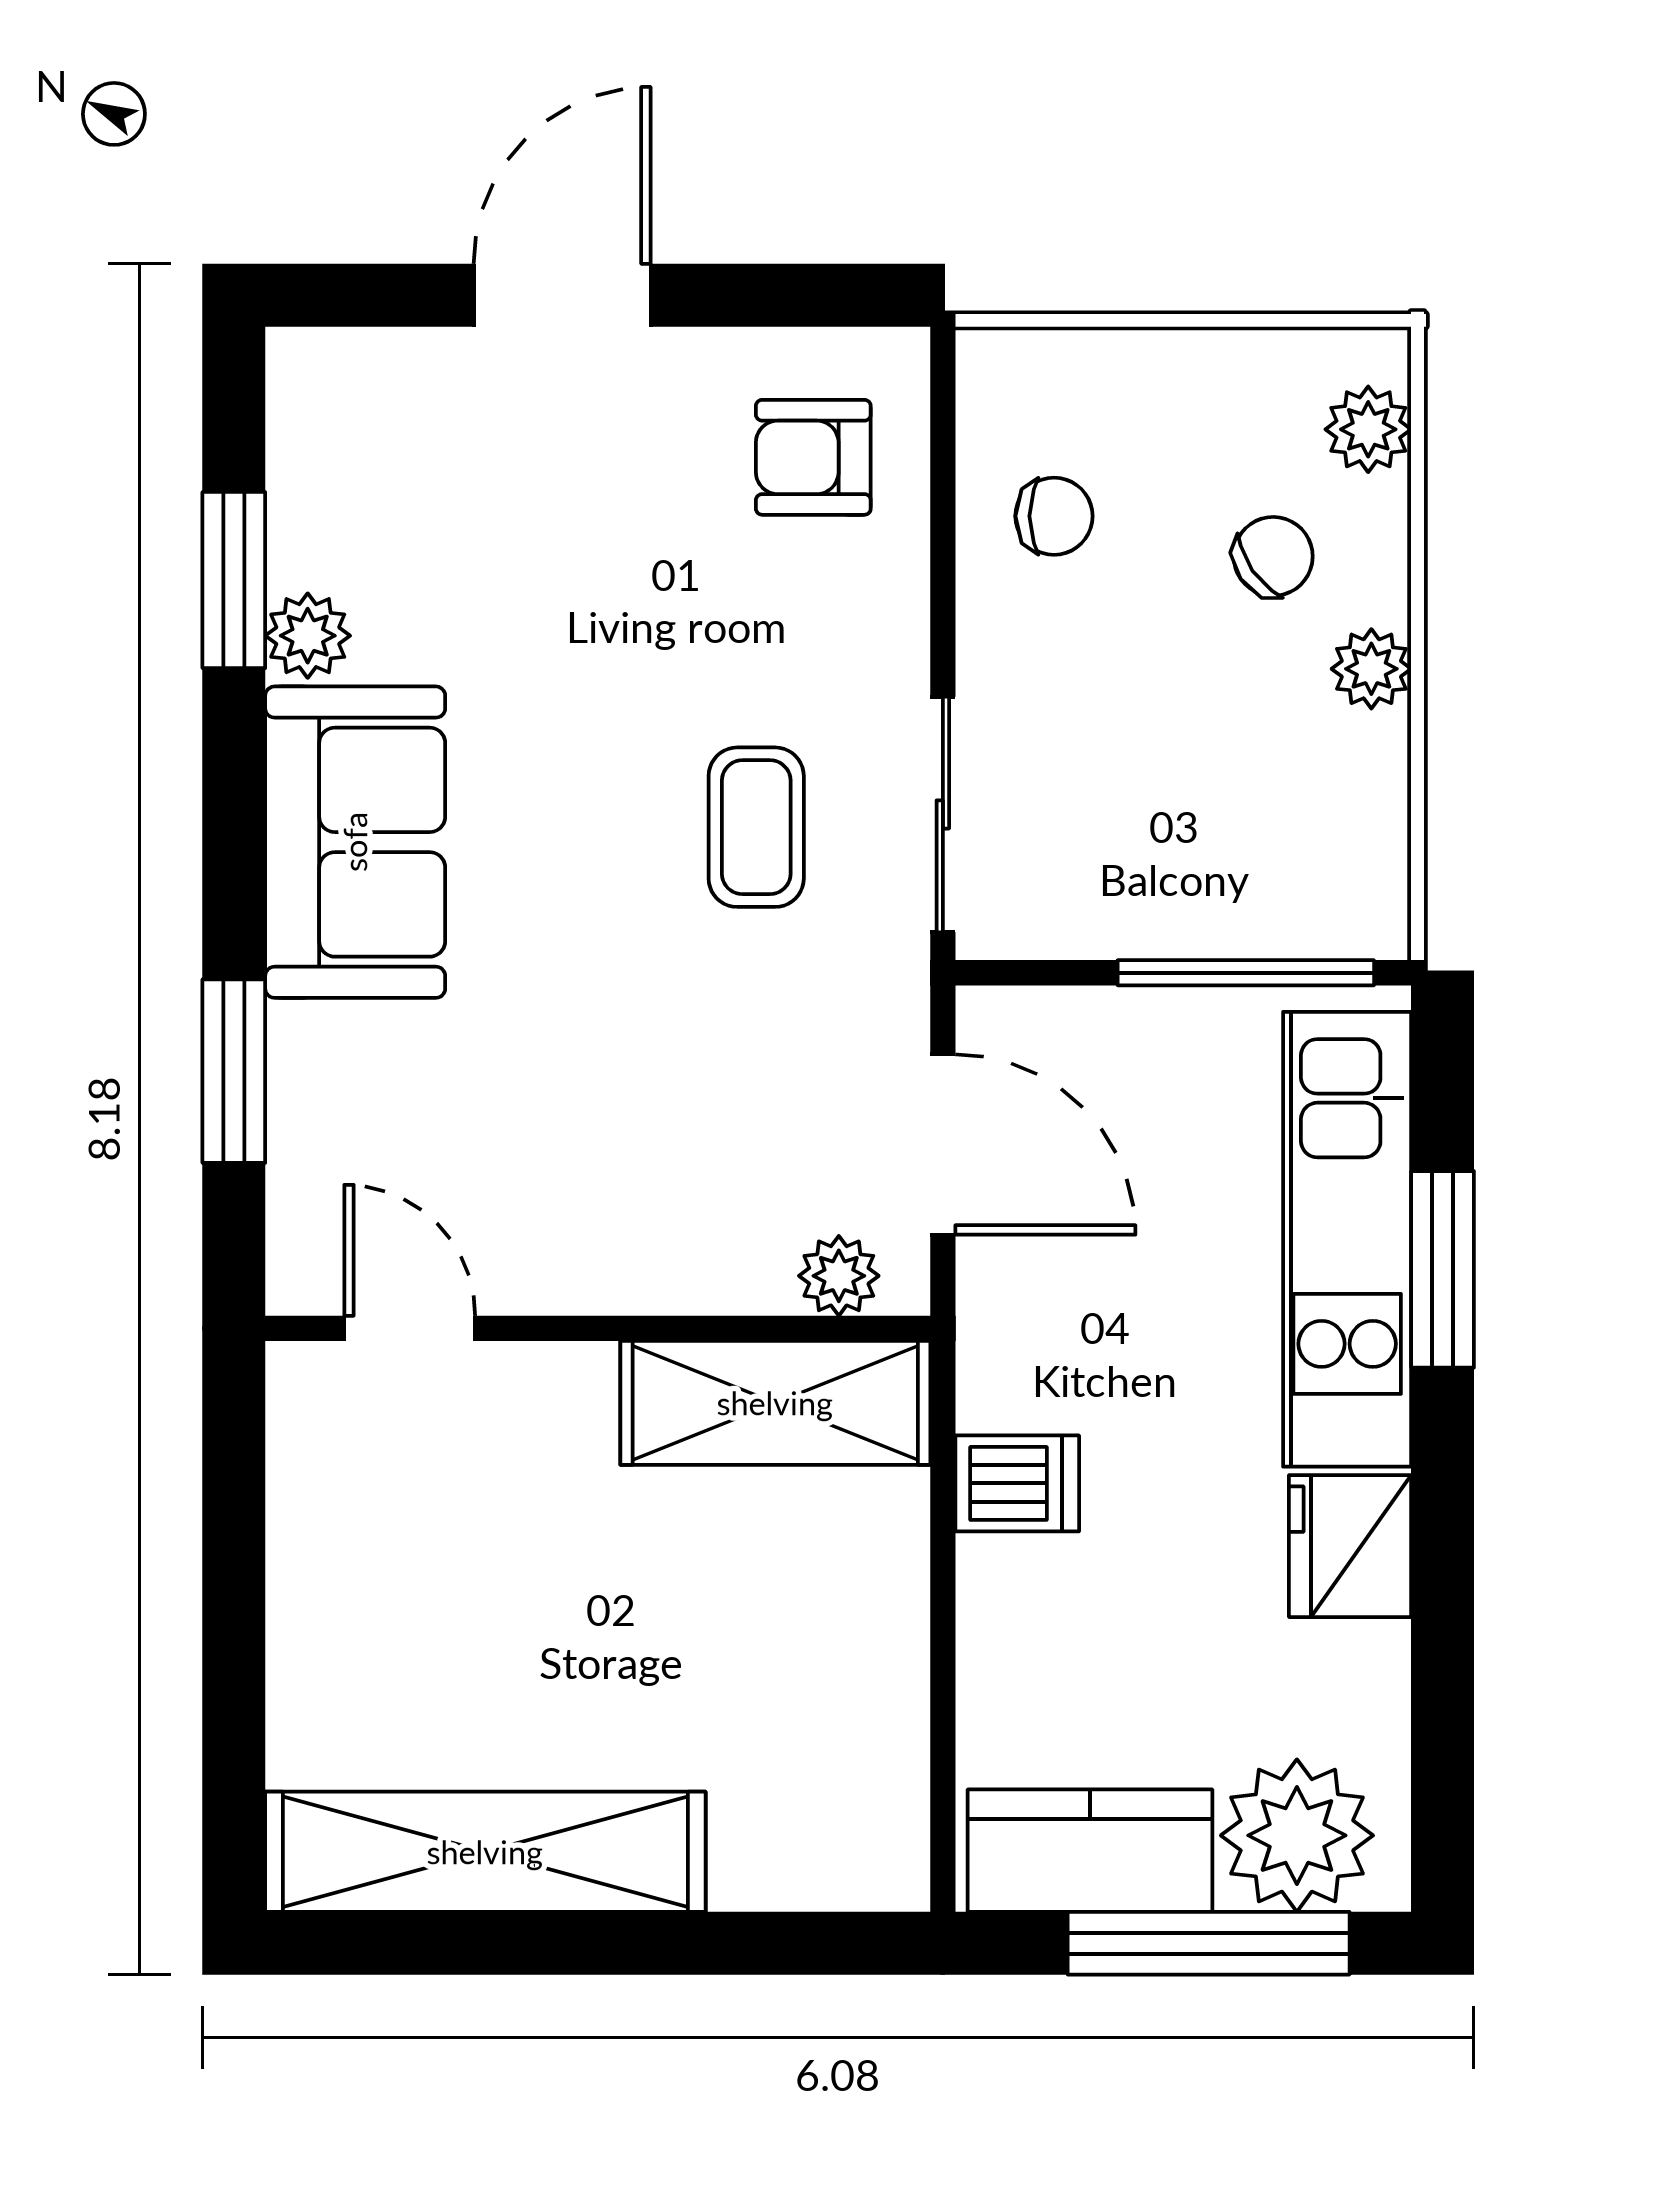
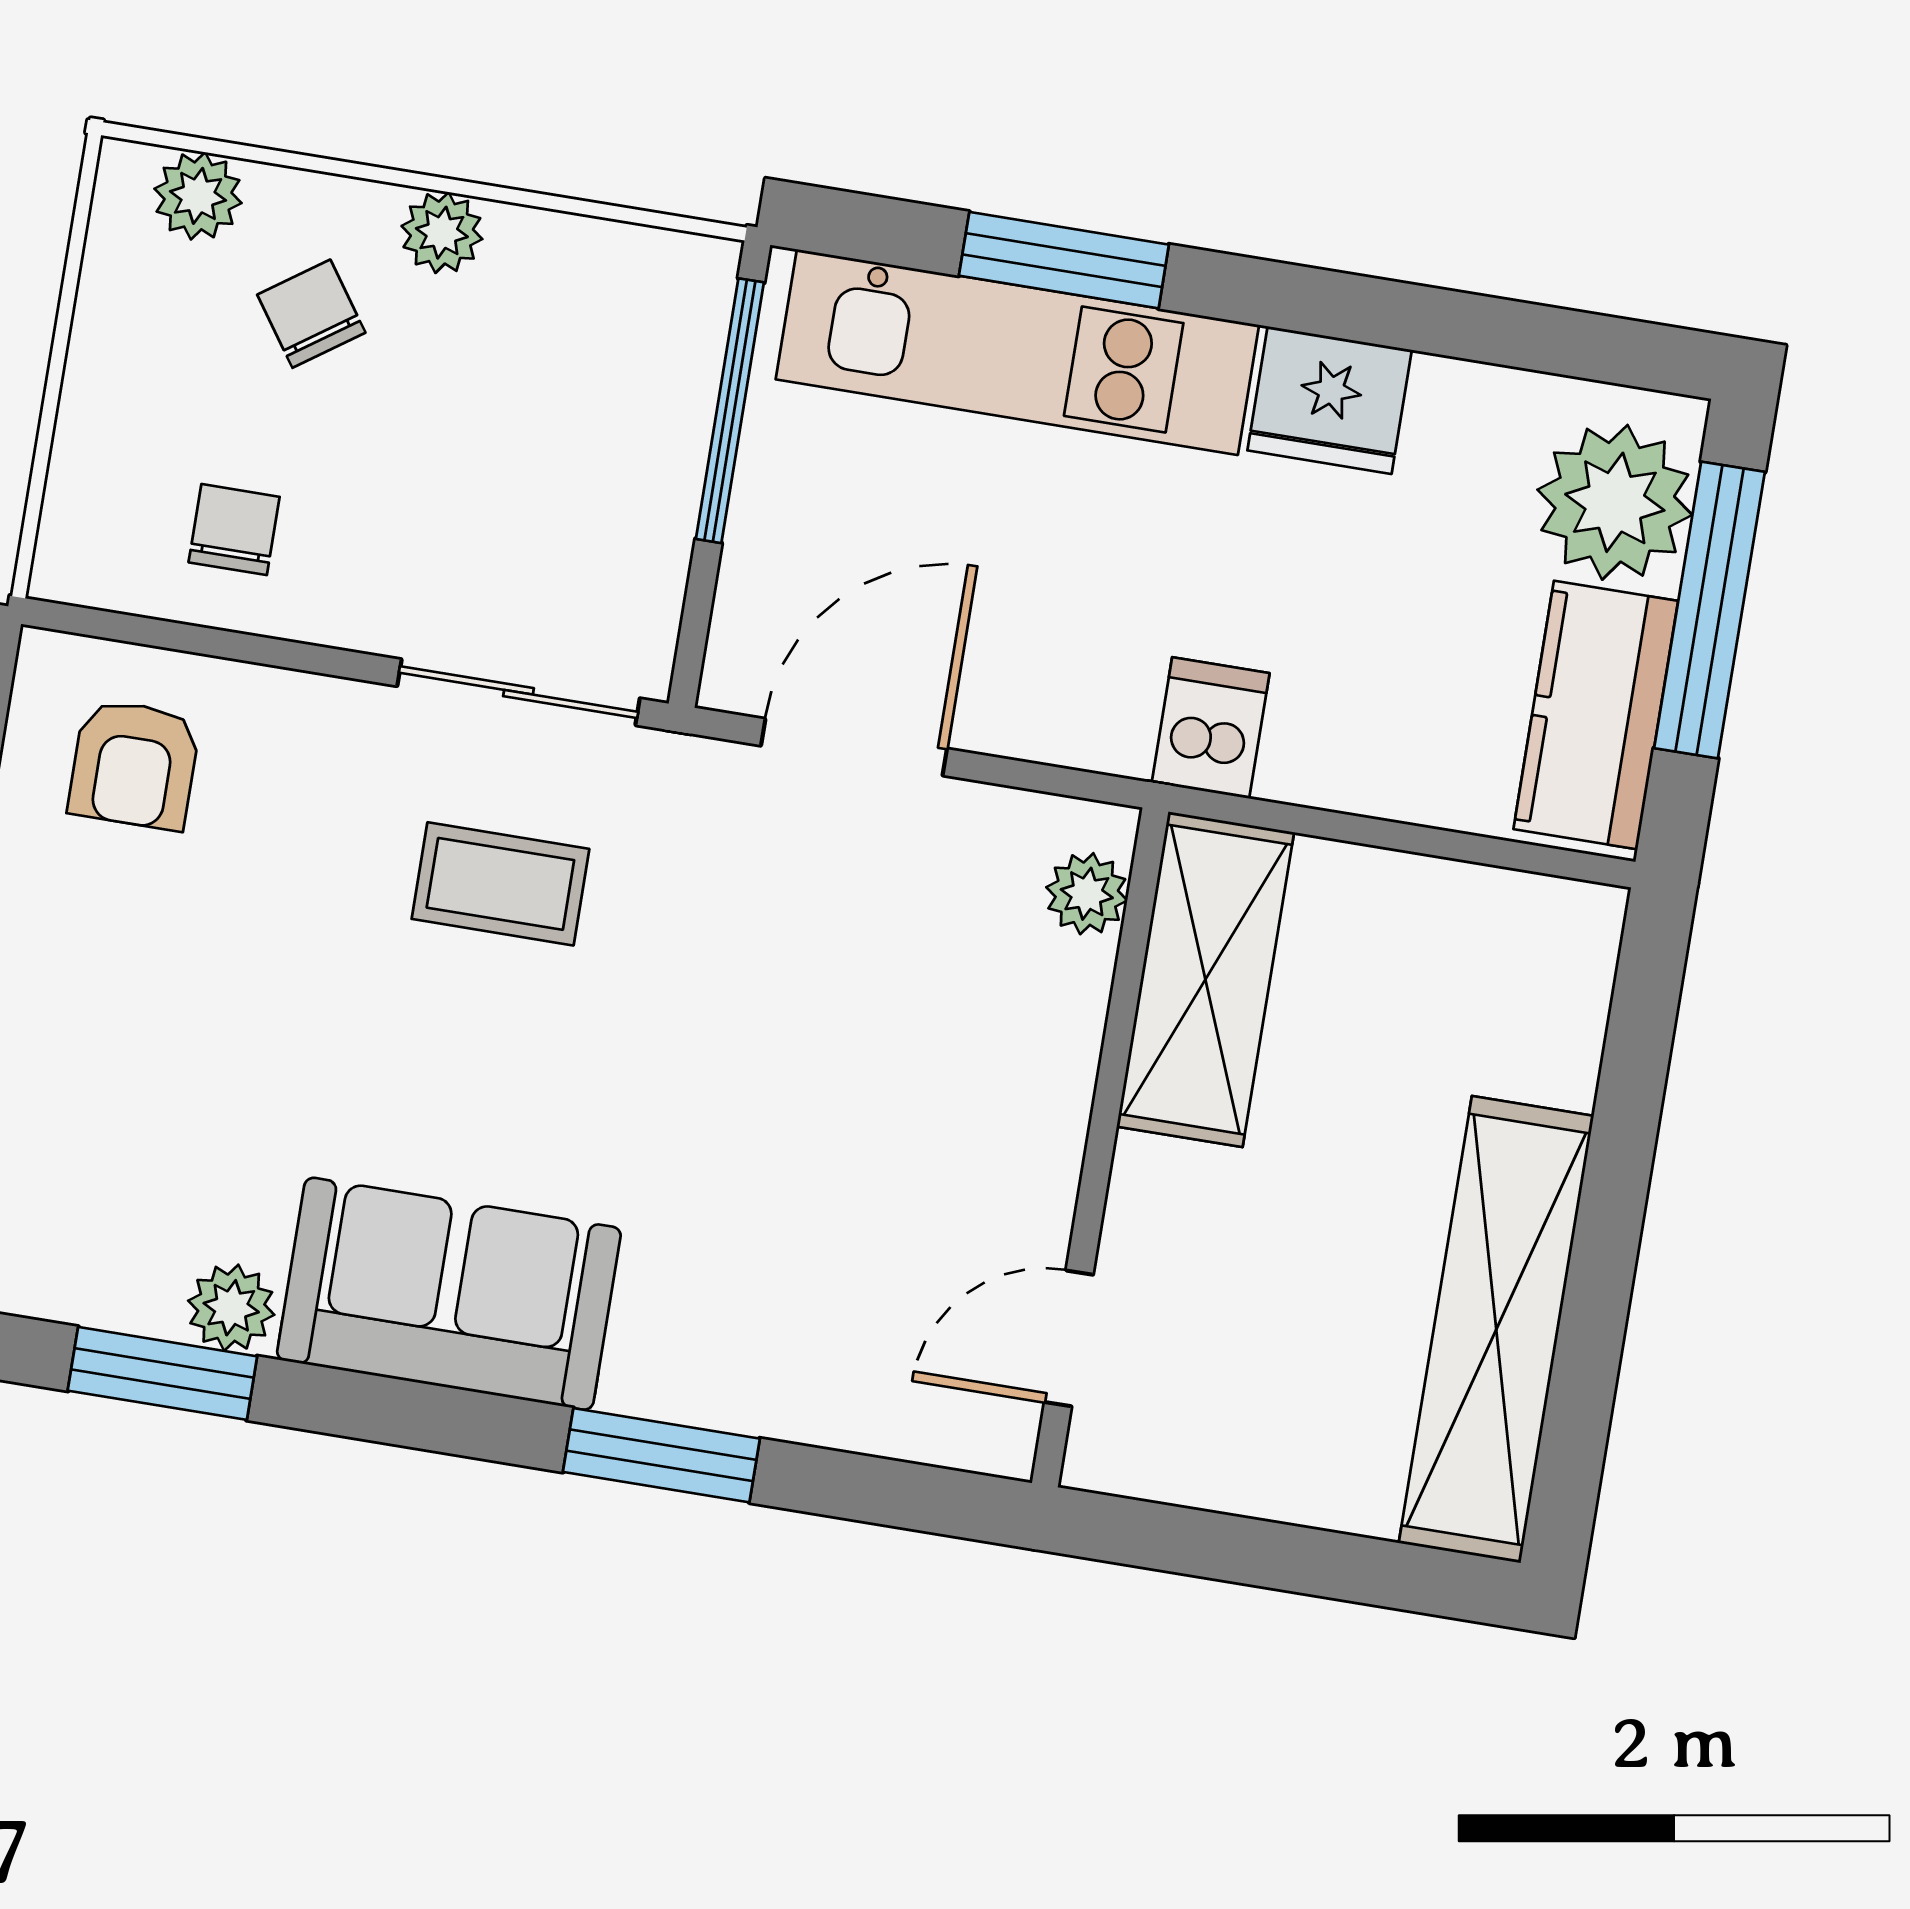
plant: (839, 1276) -> (1087, 894), moved
door: (410, 1328) -> (1069, 1338), moved
wall: (598, 1328) -> (1100, 1147), moved
shelving: (775, 1403) -> (1205, 979), moved

